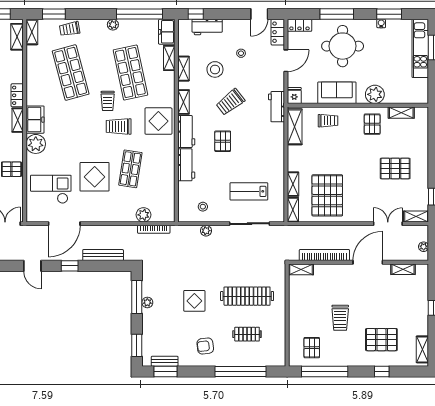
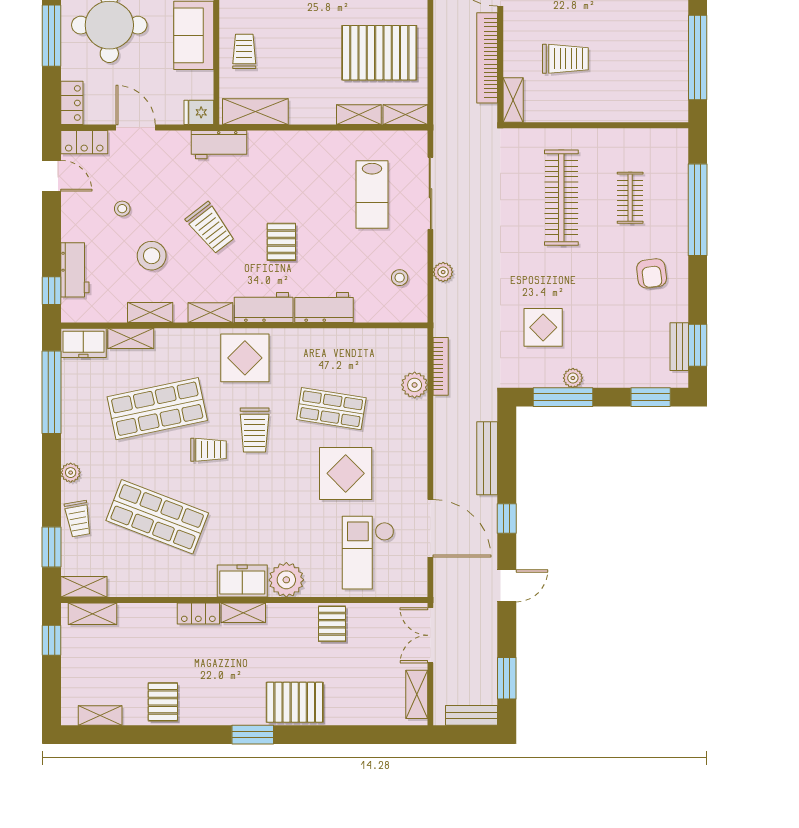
plant: (113, 25) -> (71, 473), moved
shop shelf: (71, 73) -> (157, 517), turned 36
pallet: (223, 141) -> (281, 242), turned 90
display table: (194, 301) -> (543, 327), moved
trolley: (340, 318) -> (565, 59), moved
pallet: (312, 348) -> (655, 81), removed

